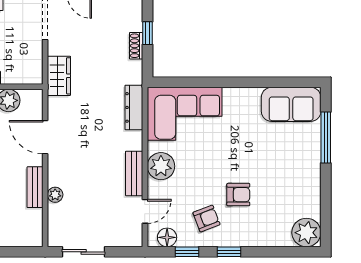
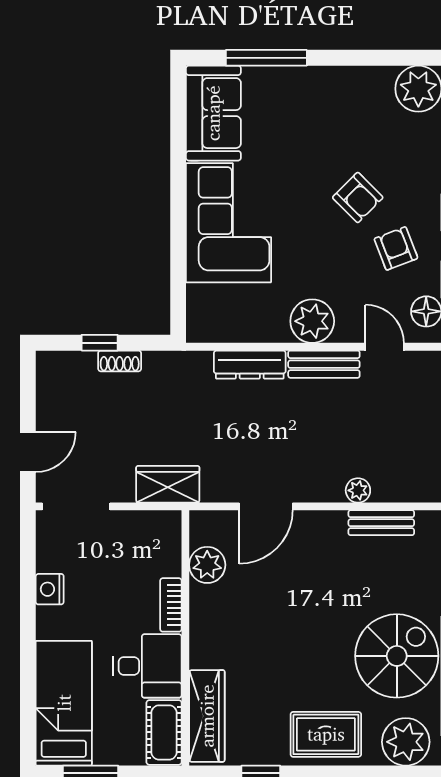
dresser: (134, 107) -> (250, 365), moved
corner sofa: (185, 114) -> (229, 223), moved
bench: (35, 187) -> (381, 523), moved
armchair: (238, 195) -> (358, 198), turned 135

